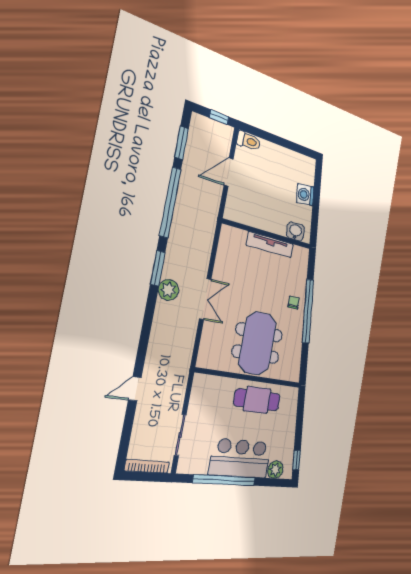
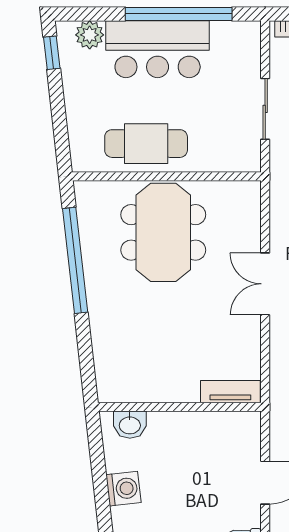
tv unit: (270, 245) -> (230, 392), moved, width x0.71
chair: (294, 302) -> (110, 309), removed
window: (308, 311) -> (75, 260), moved
sliding door: (180, 435) -> (265, 109), moved

